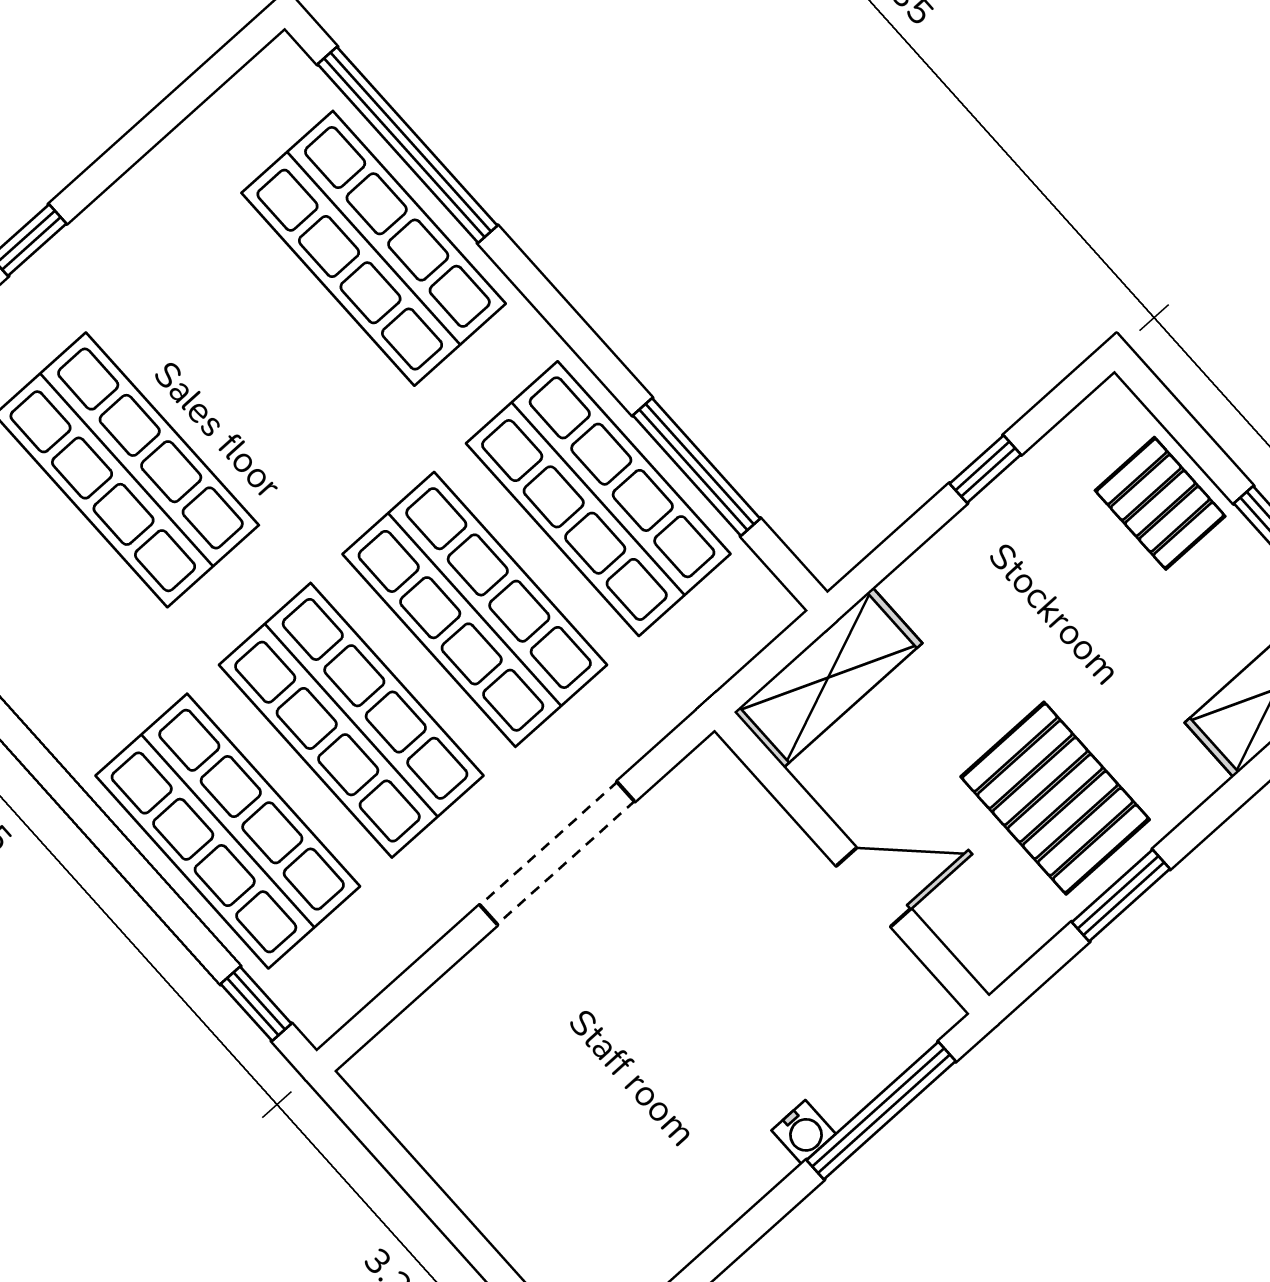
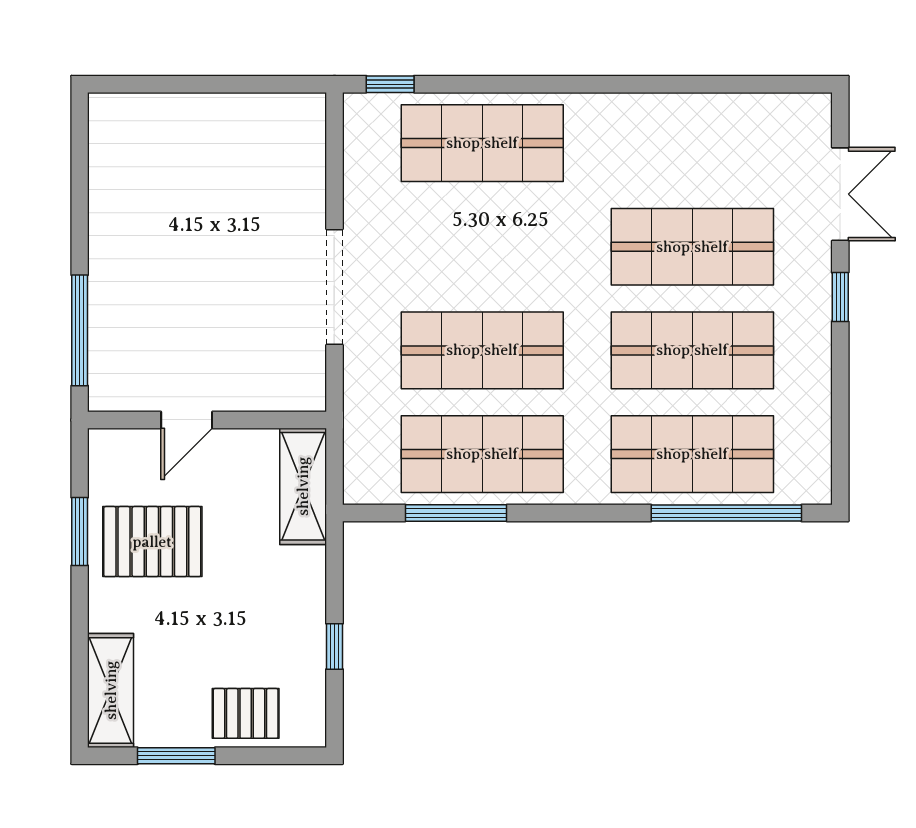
shop shelf: (351, 720) -> (692, 350), moved
water cooler: (804, 1132) -> (102, 285), removed

